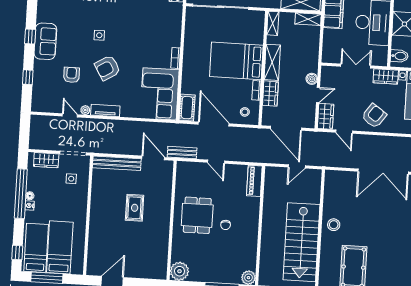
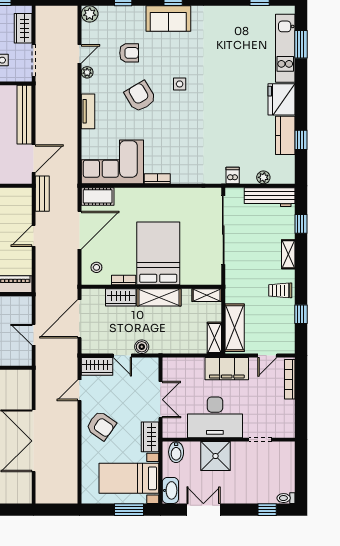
plant: (38, 105) -> (90, 14), added
tv unit: (105, 111) -> (88, 111), moved

